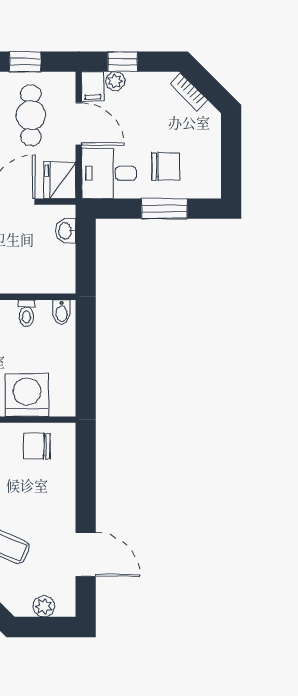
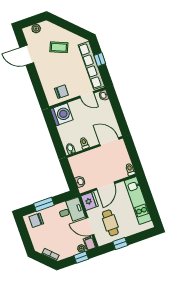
chair: (166, 166) -> (36, 220), moved
washing machine: (27, 395) -> (62, 114), moved, turned -90

